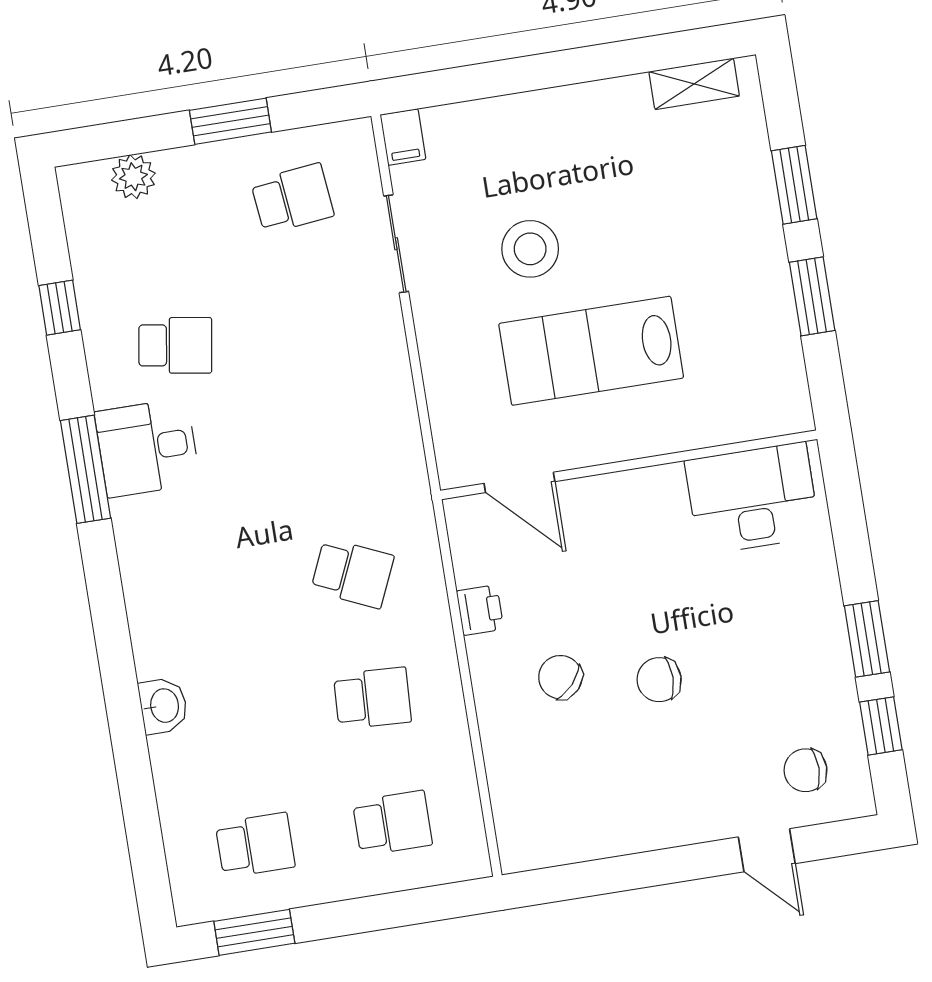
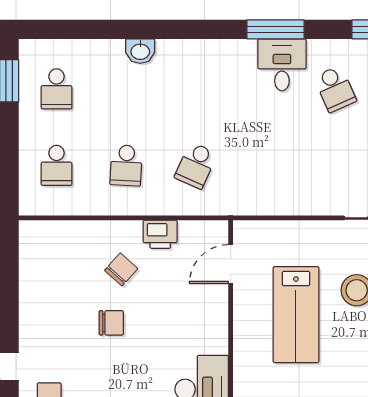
school desk: (175, 345) -> (335, 89), turned -33
lab bench: (591, 351) -> (296, 315), turned 180
printer: (480, 610) -> (160, 234), width x1.36, depth x1.24
chair: (659, 680) -> (111, 323), turned 90

